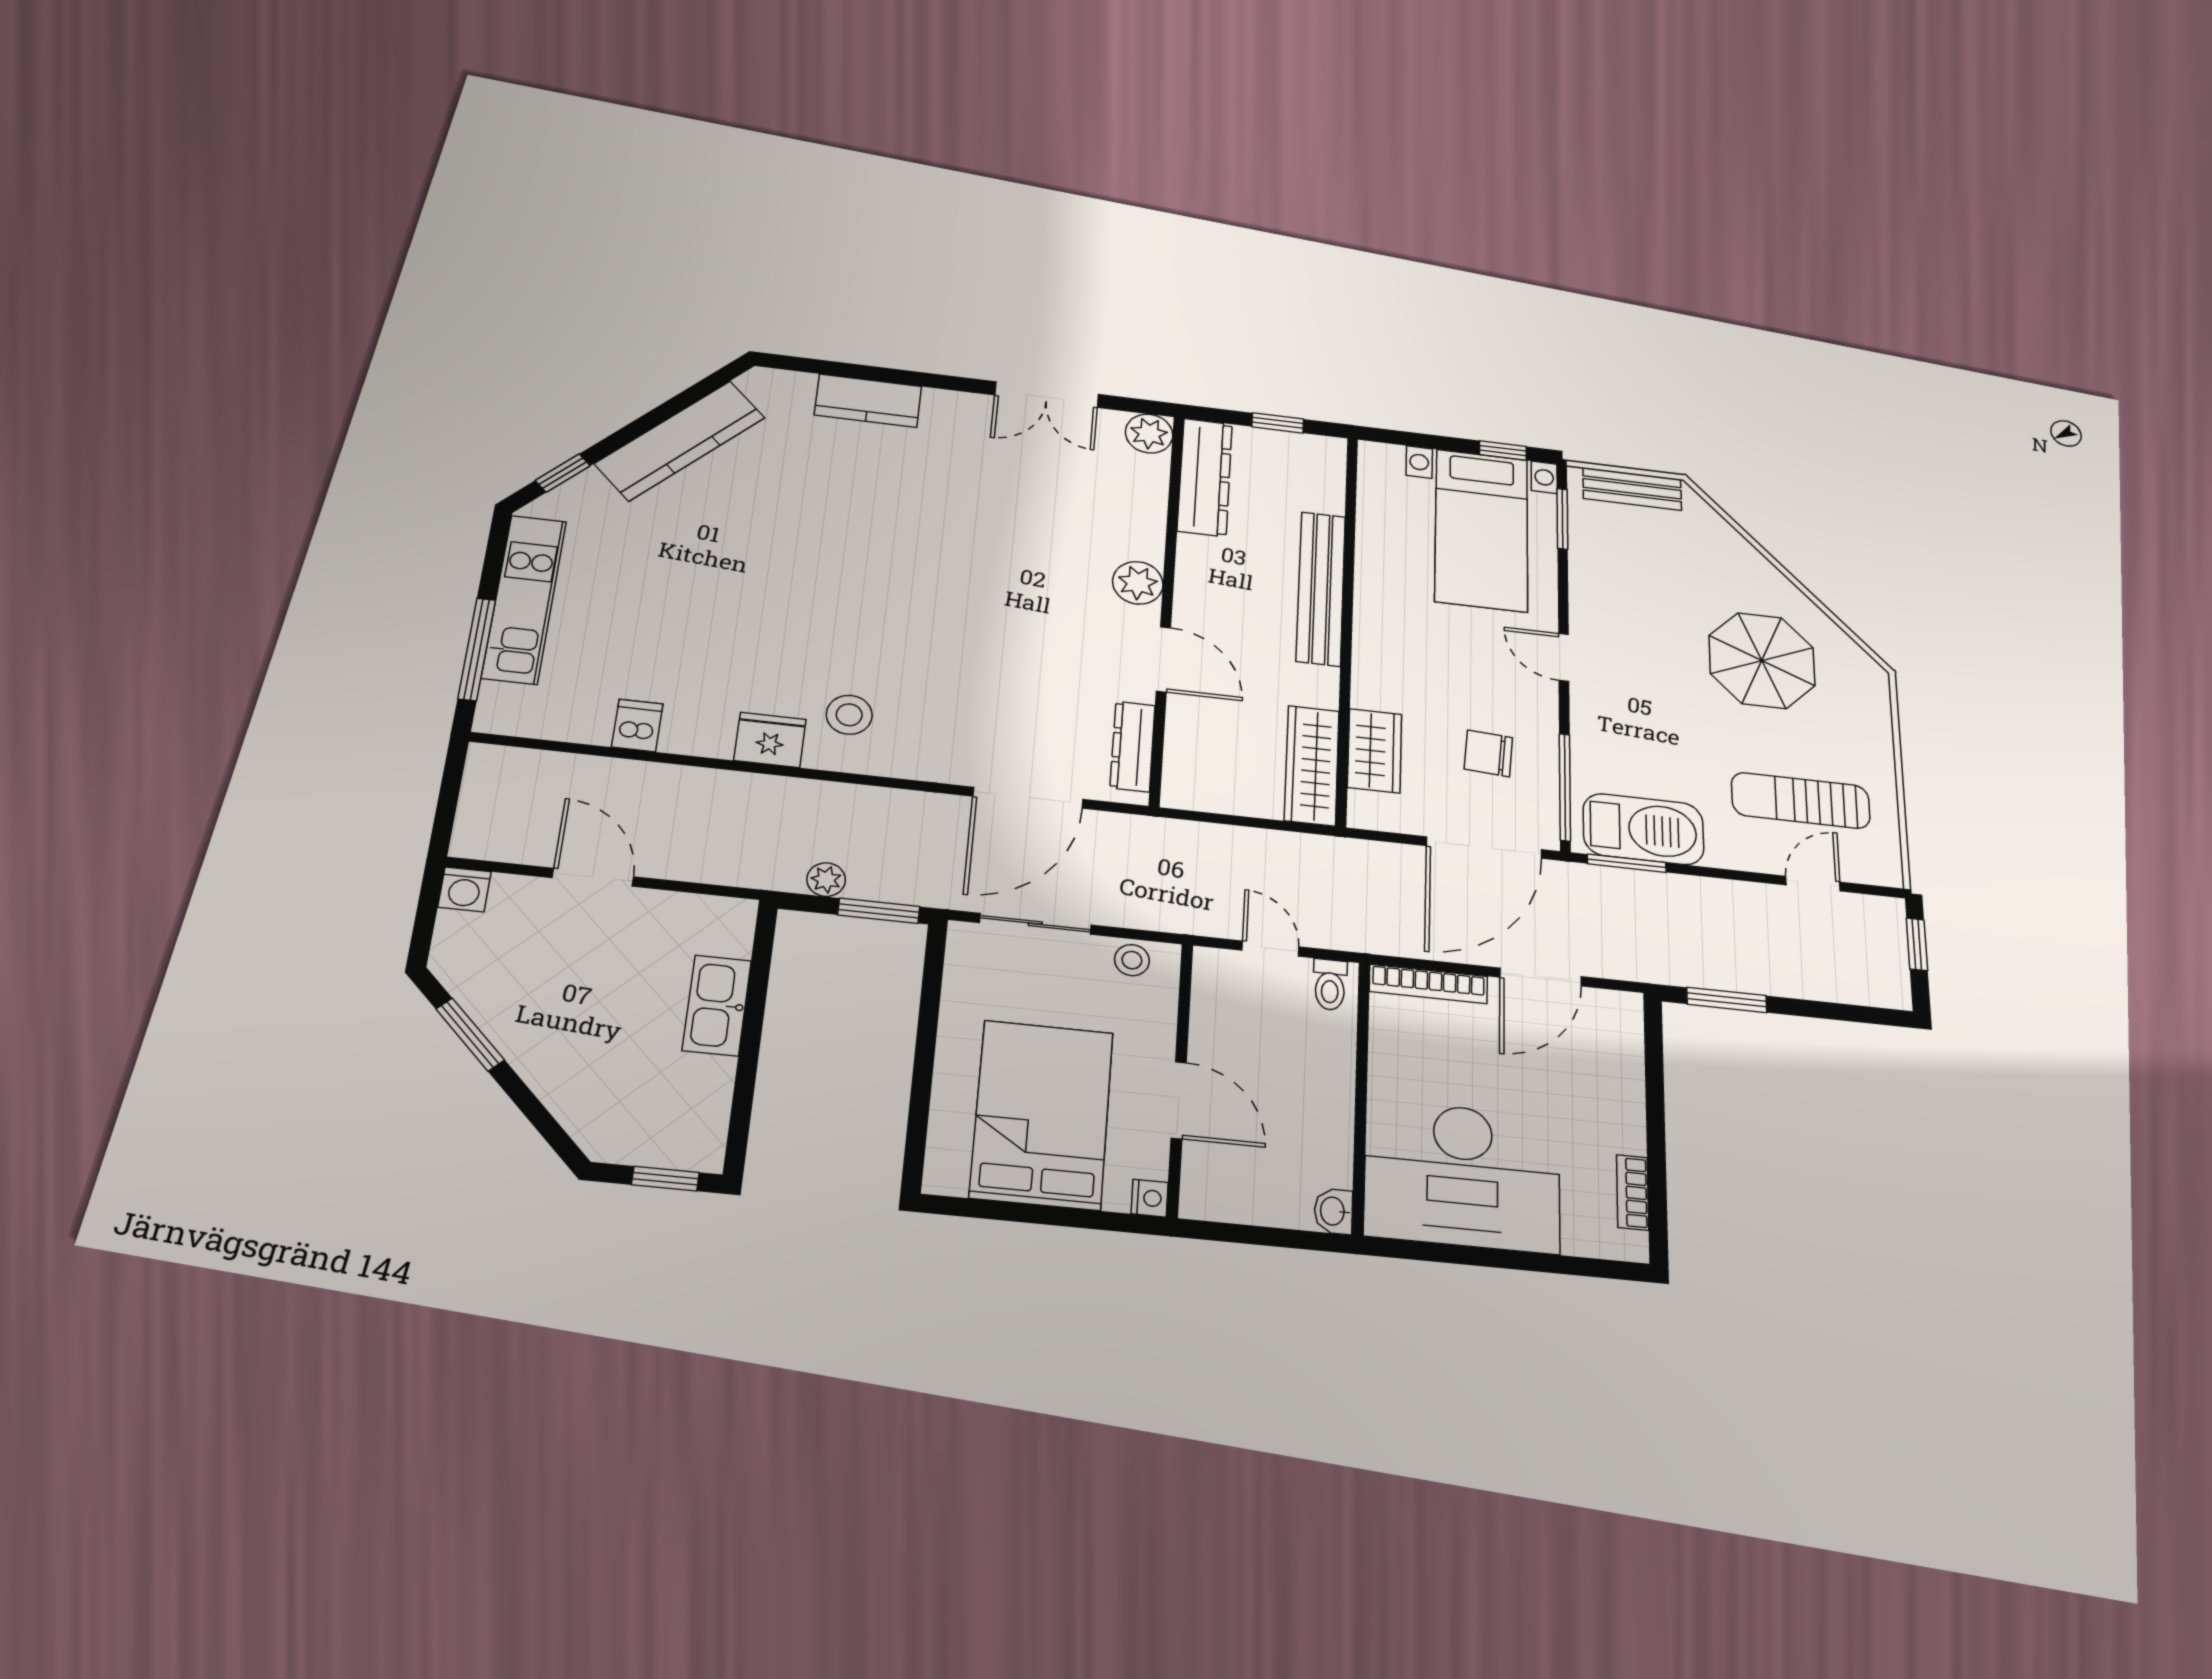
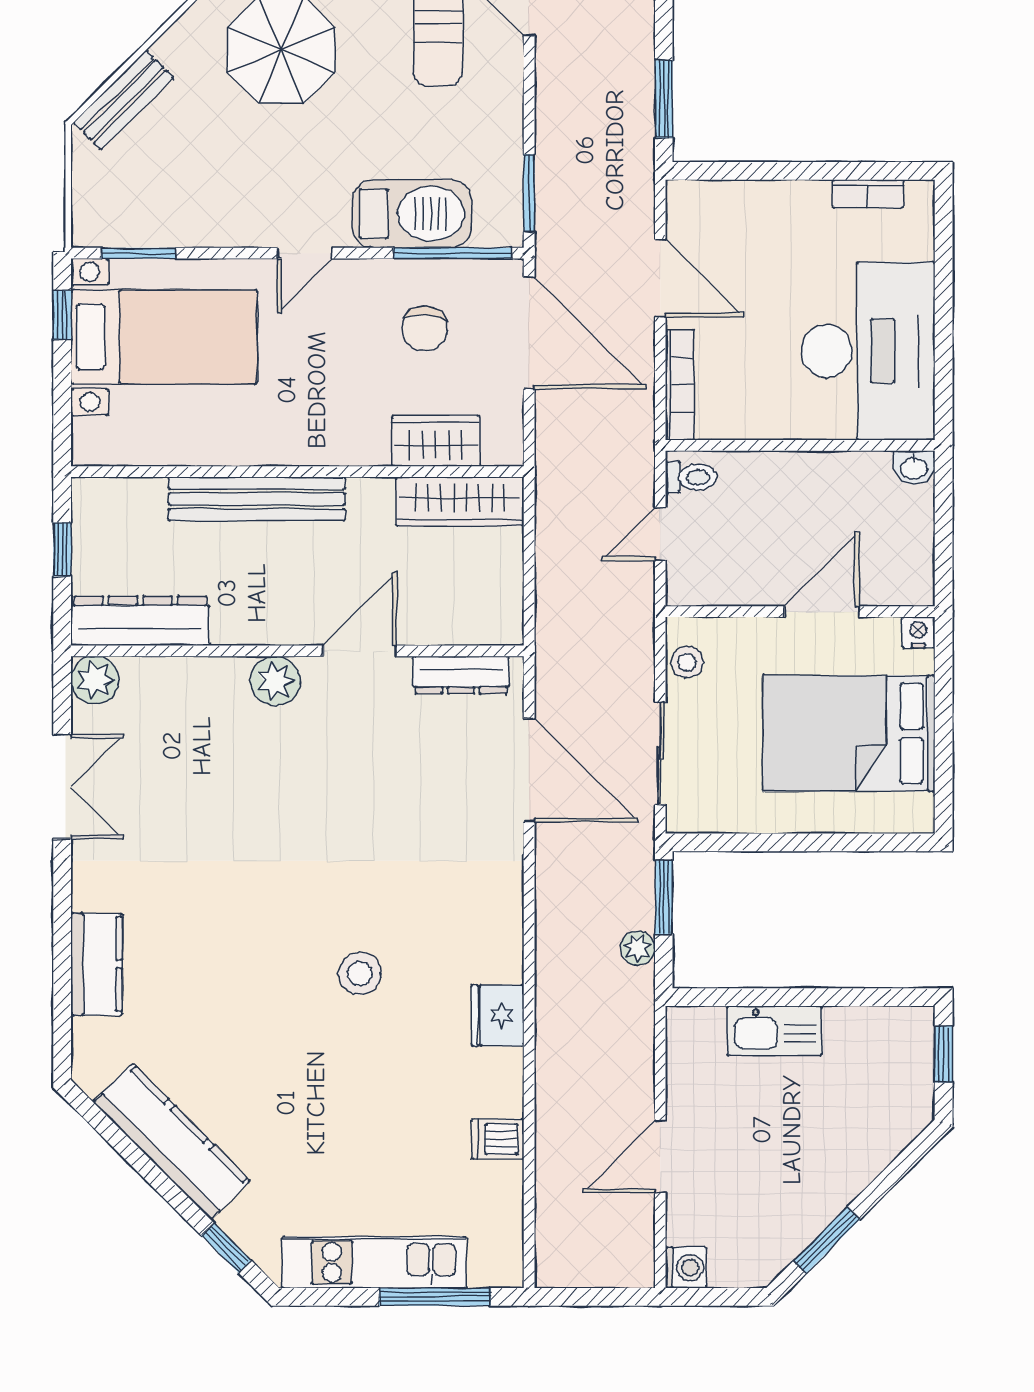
bench: (1632, 489) -> (124, 100), moved, turned 45
stool: (849, 715) -> (360, 974), moved
barbecue: (1643, 829) -> (412, 214), moved, turned 90

